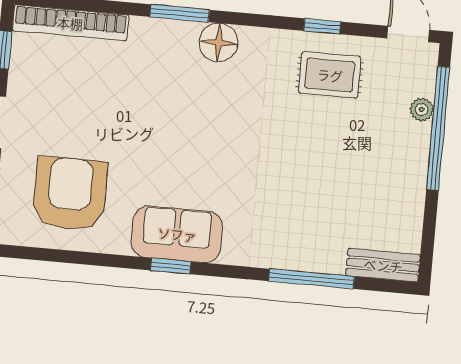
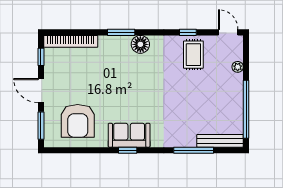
rug: (330, 75) -> (193, 55), turned 90
window: (438, 128) -> (246, 109), moved
armchair: (70, 194) -> (78, 121), turned 180
bench: (383, 265) -> (220, 141), width x1.36

